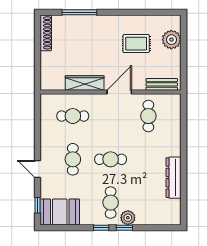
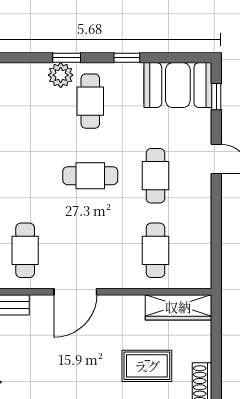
rug: (136, 44) -> (147, 366), moved
wardrobe: (85, 83) -> (178, 307), moved
cafe table: (73, 116) -> (155, 250), turned 90
window: (101, 228) -> (127, 58), moved

